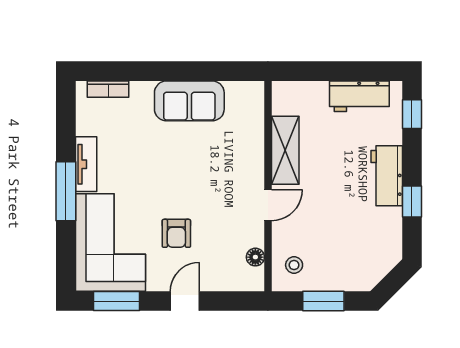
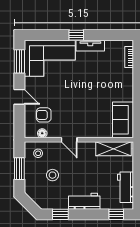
sofa: (189, 101) -> (123, 120), moved
shelving: (285, 150) -> (114, 149), moved
window: (66, 191) -> (76, 35), width x0.46
window: (412, 201) -> (60, 214), moved
armchair: (176, 233) -> (44, 115), moved
stool: (336, 237) -> (52, 175), added

